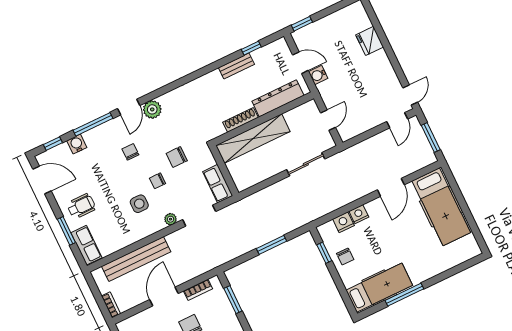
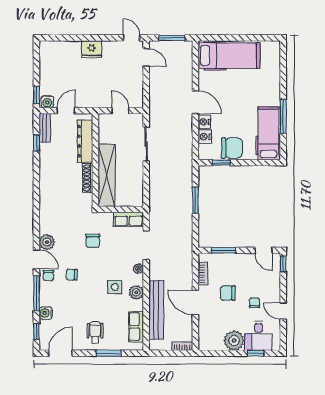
fridge: (370, 41) -> (92, 49), moved
bench: (236, 66) -> (45, 128), moved
water cooler: (318, 75) -> (47, 102), moved
chair: (158, 181) -> (48, 275), moved
door: (391, 187) -> (195, 102), moved
plant: (145, 229) -> (136, 292), added
row of seats: (86, 245) -> (136, 327), moved, turned -90
chair: (345, 257) -> (232, 148), width x1.87, depth x1.87

